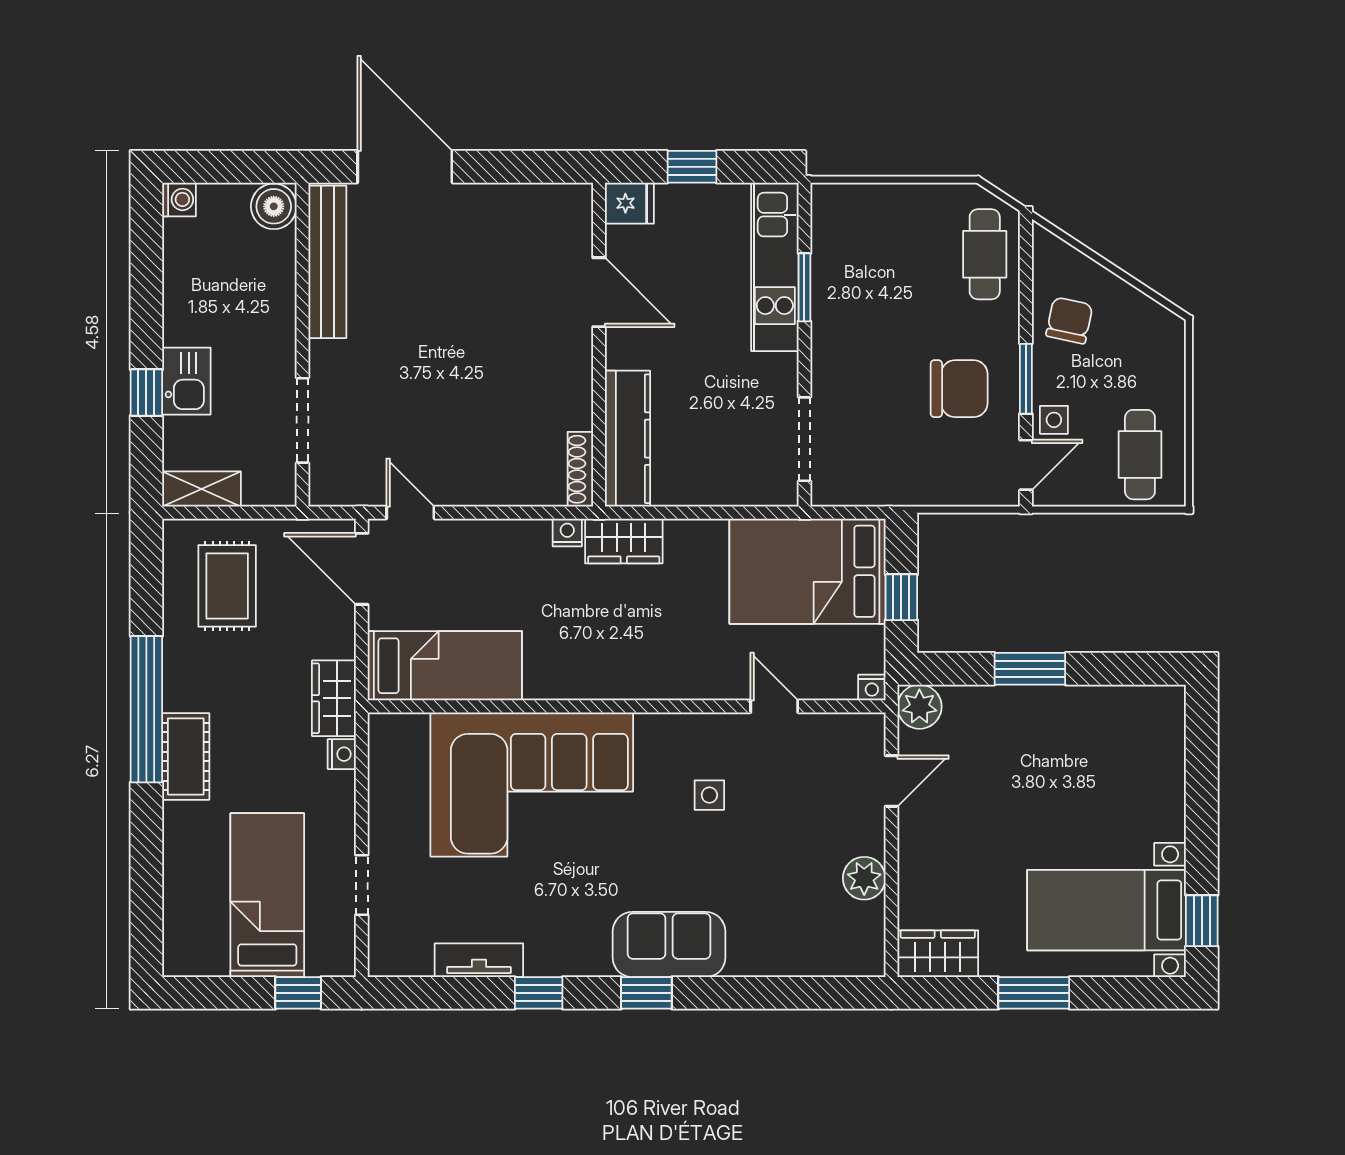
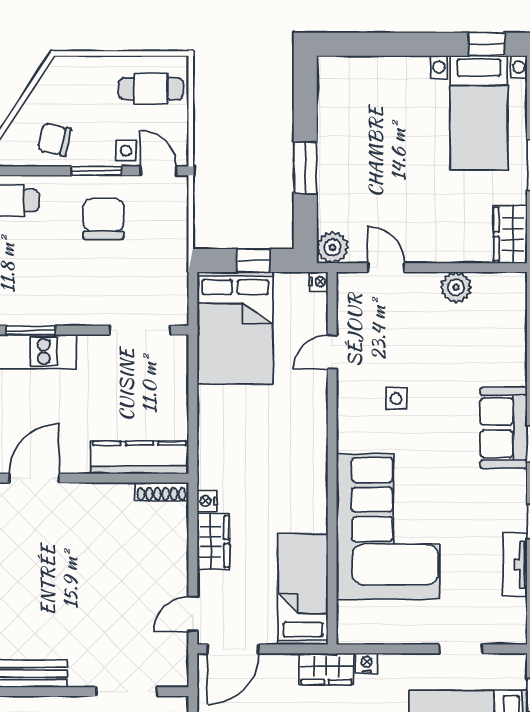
wardrobe: (624, 541) -> (213, 542), moved

